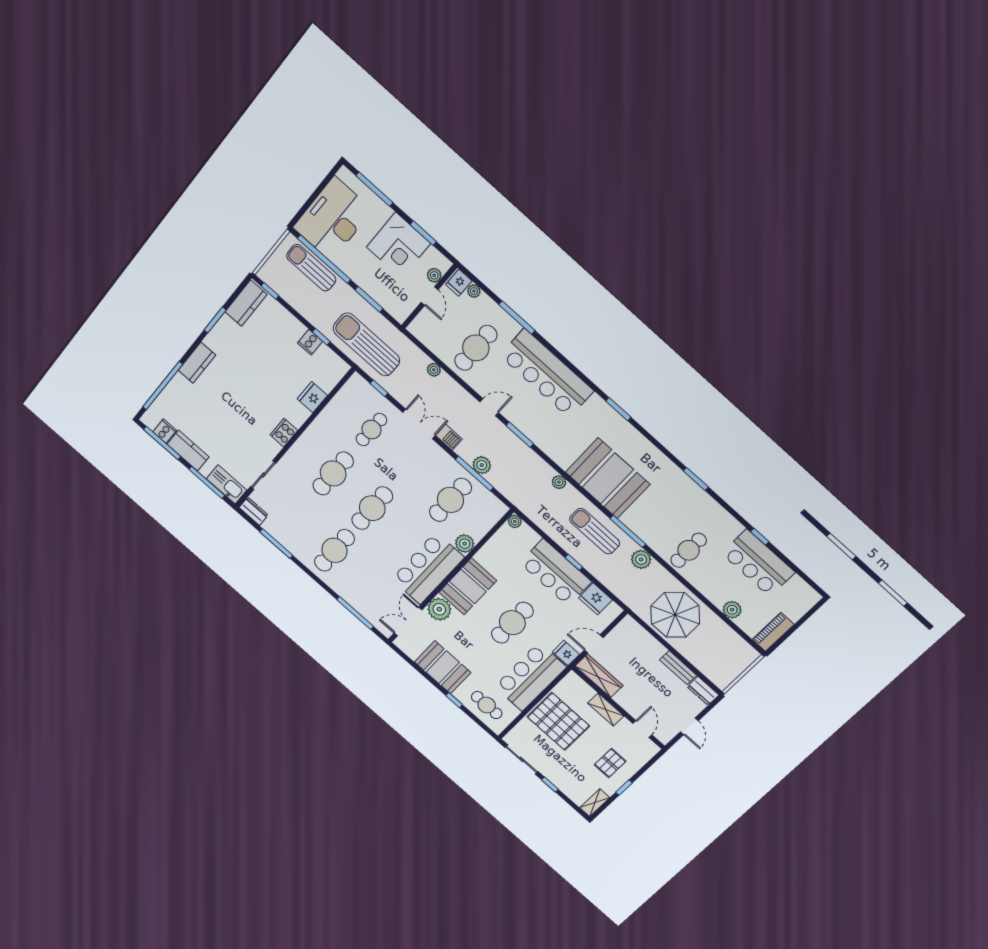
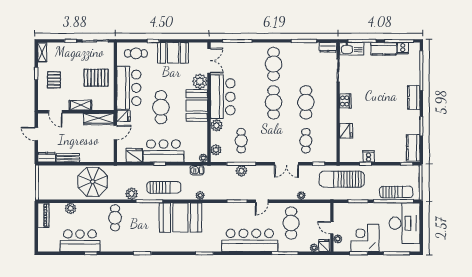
sun lounger: (366, 344) -> (342, 179), turned 180
barbecue: (449, 437) -> (197, 170), moved
cafe table: (450, 500) -> (241, 141), width x0.73, depth x0.74
plant: (491, 517) -> (216, 150), added
pallet: (558, 721) -> (96, 78), width x0.73, depth x0.71

